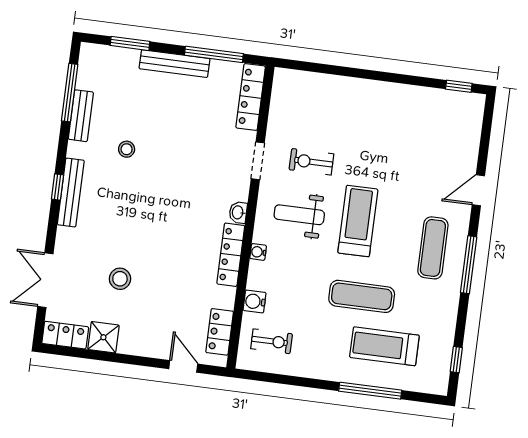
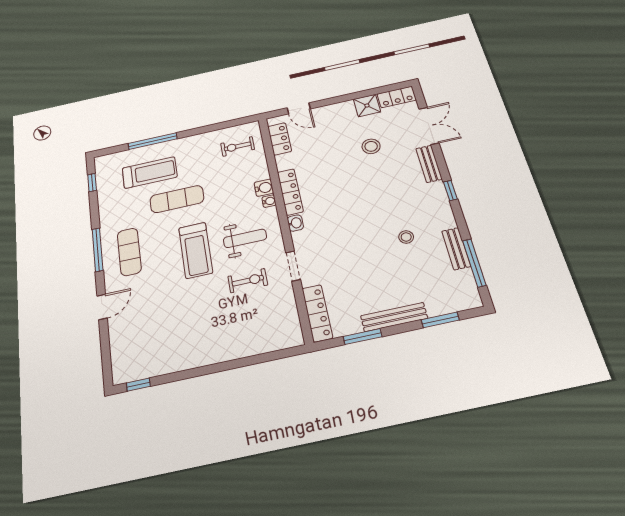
window: (214, 54) -> (362, 337), width x0.69
bench: (71, 192) -> (429, 164), moved, width x0.73
water cooler: (255, 301) -> (264, 188), moved

